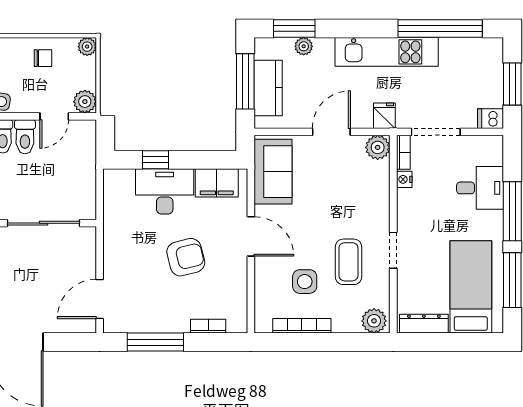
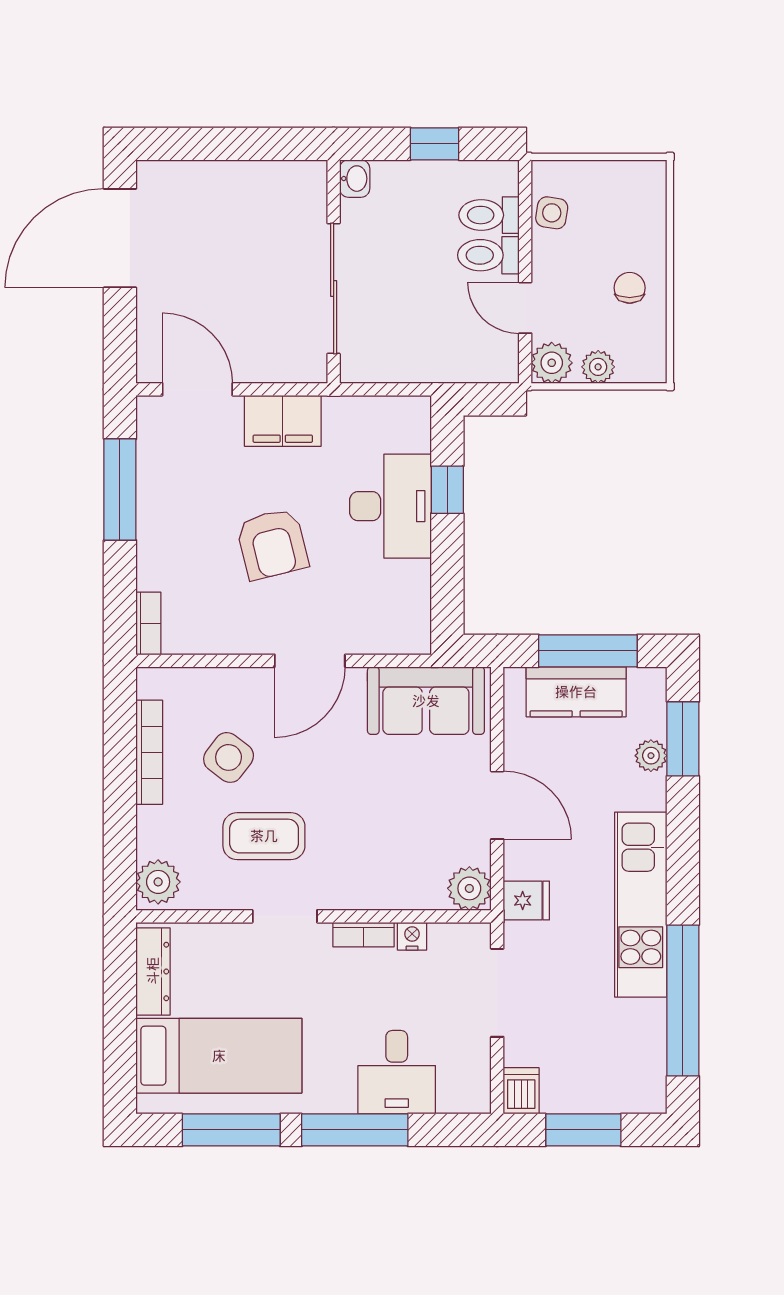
plant: (87, 47) -> (598, 367), moved
chair: (43, 58) -> (630, 288), turned 180
bookcase: (403, 152) -> (364, 935), moved
filing cabinet: (217, 183) -> (283, 421), moved, turned -90
side table: (305, 282) -> (229, 757), turned 37
bookcase: (208, 326) -> (148, 624), moved

